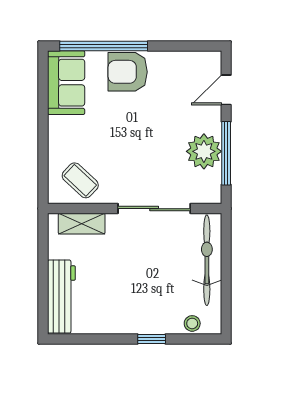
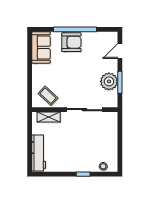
window: (104, 46) -> (75, 29), moved
armchair: (128, 72) -> (71, 42), turned 180
window: (226, 153) -> (120, 82), width x0.69
bicycle: (207, 260) -> (110, 135), removed

